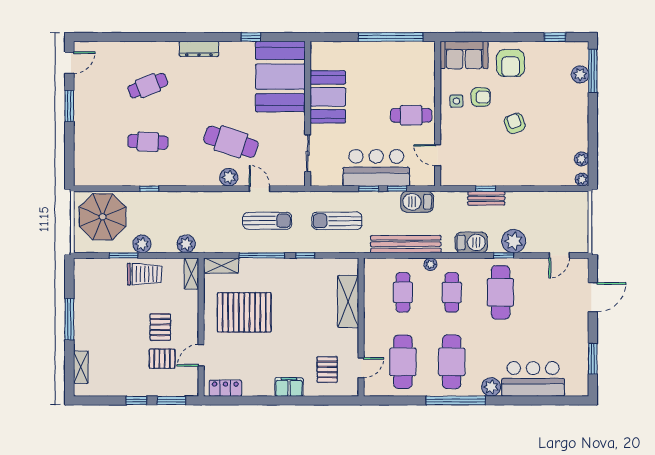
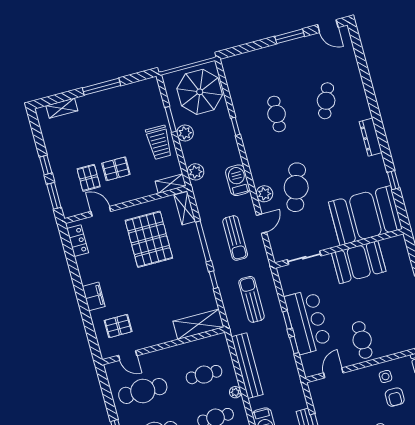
cafe table: (148, 86) -> (326, 101), turned 42
barbecue: (417, 202) -> (238, 180), moved
shelving: (348, 302) -> (198, 324), moved

